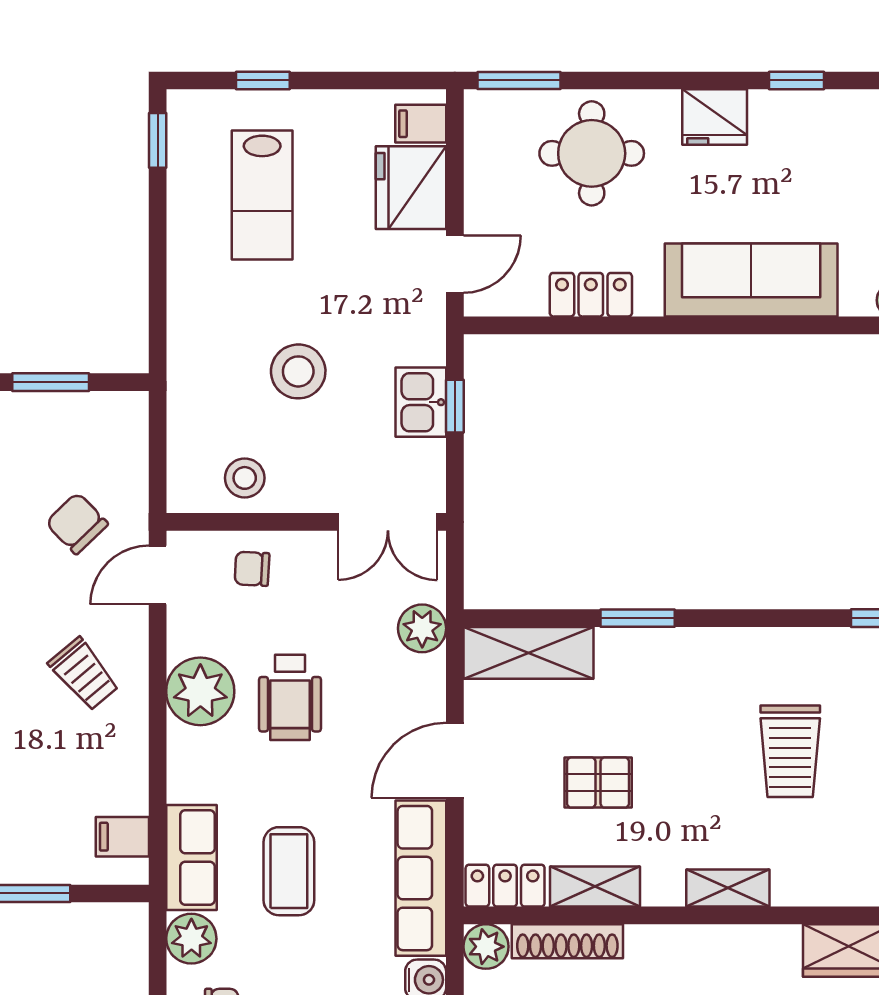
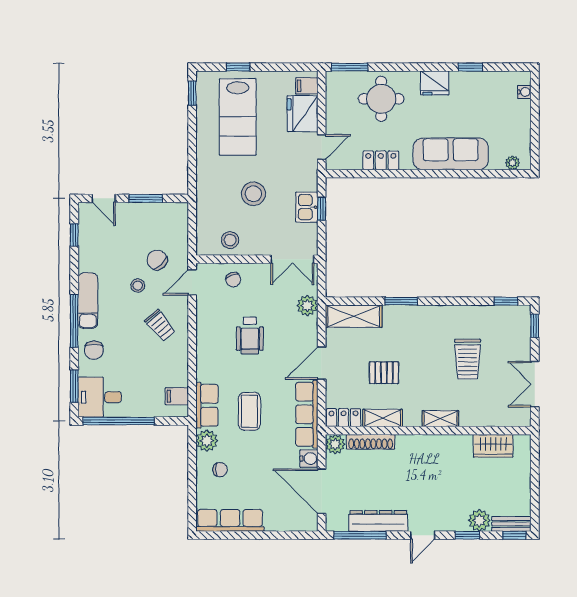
lab bench: (262, 195) -> (238, 117), width x1.36, depth x1.39
chair: (252, 569) -> (233, 280), turned -113
stool: (32, 582) -> (138, 286), added
plant: (200, 691) -> (211, 333), removed

